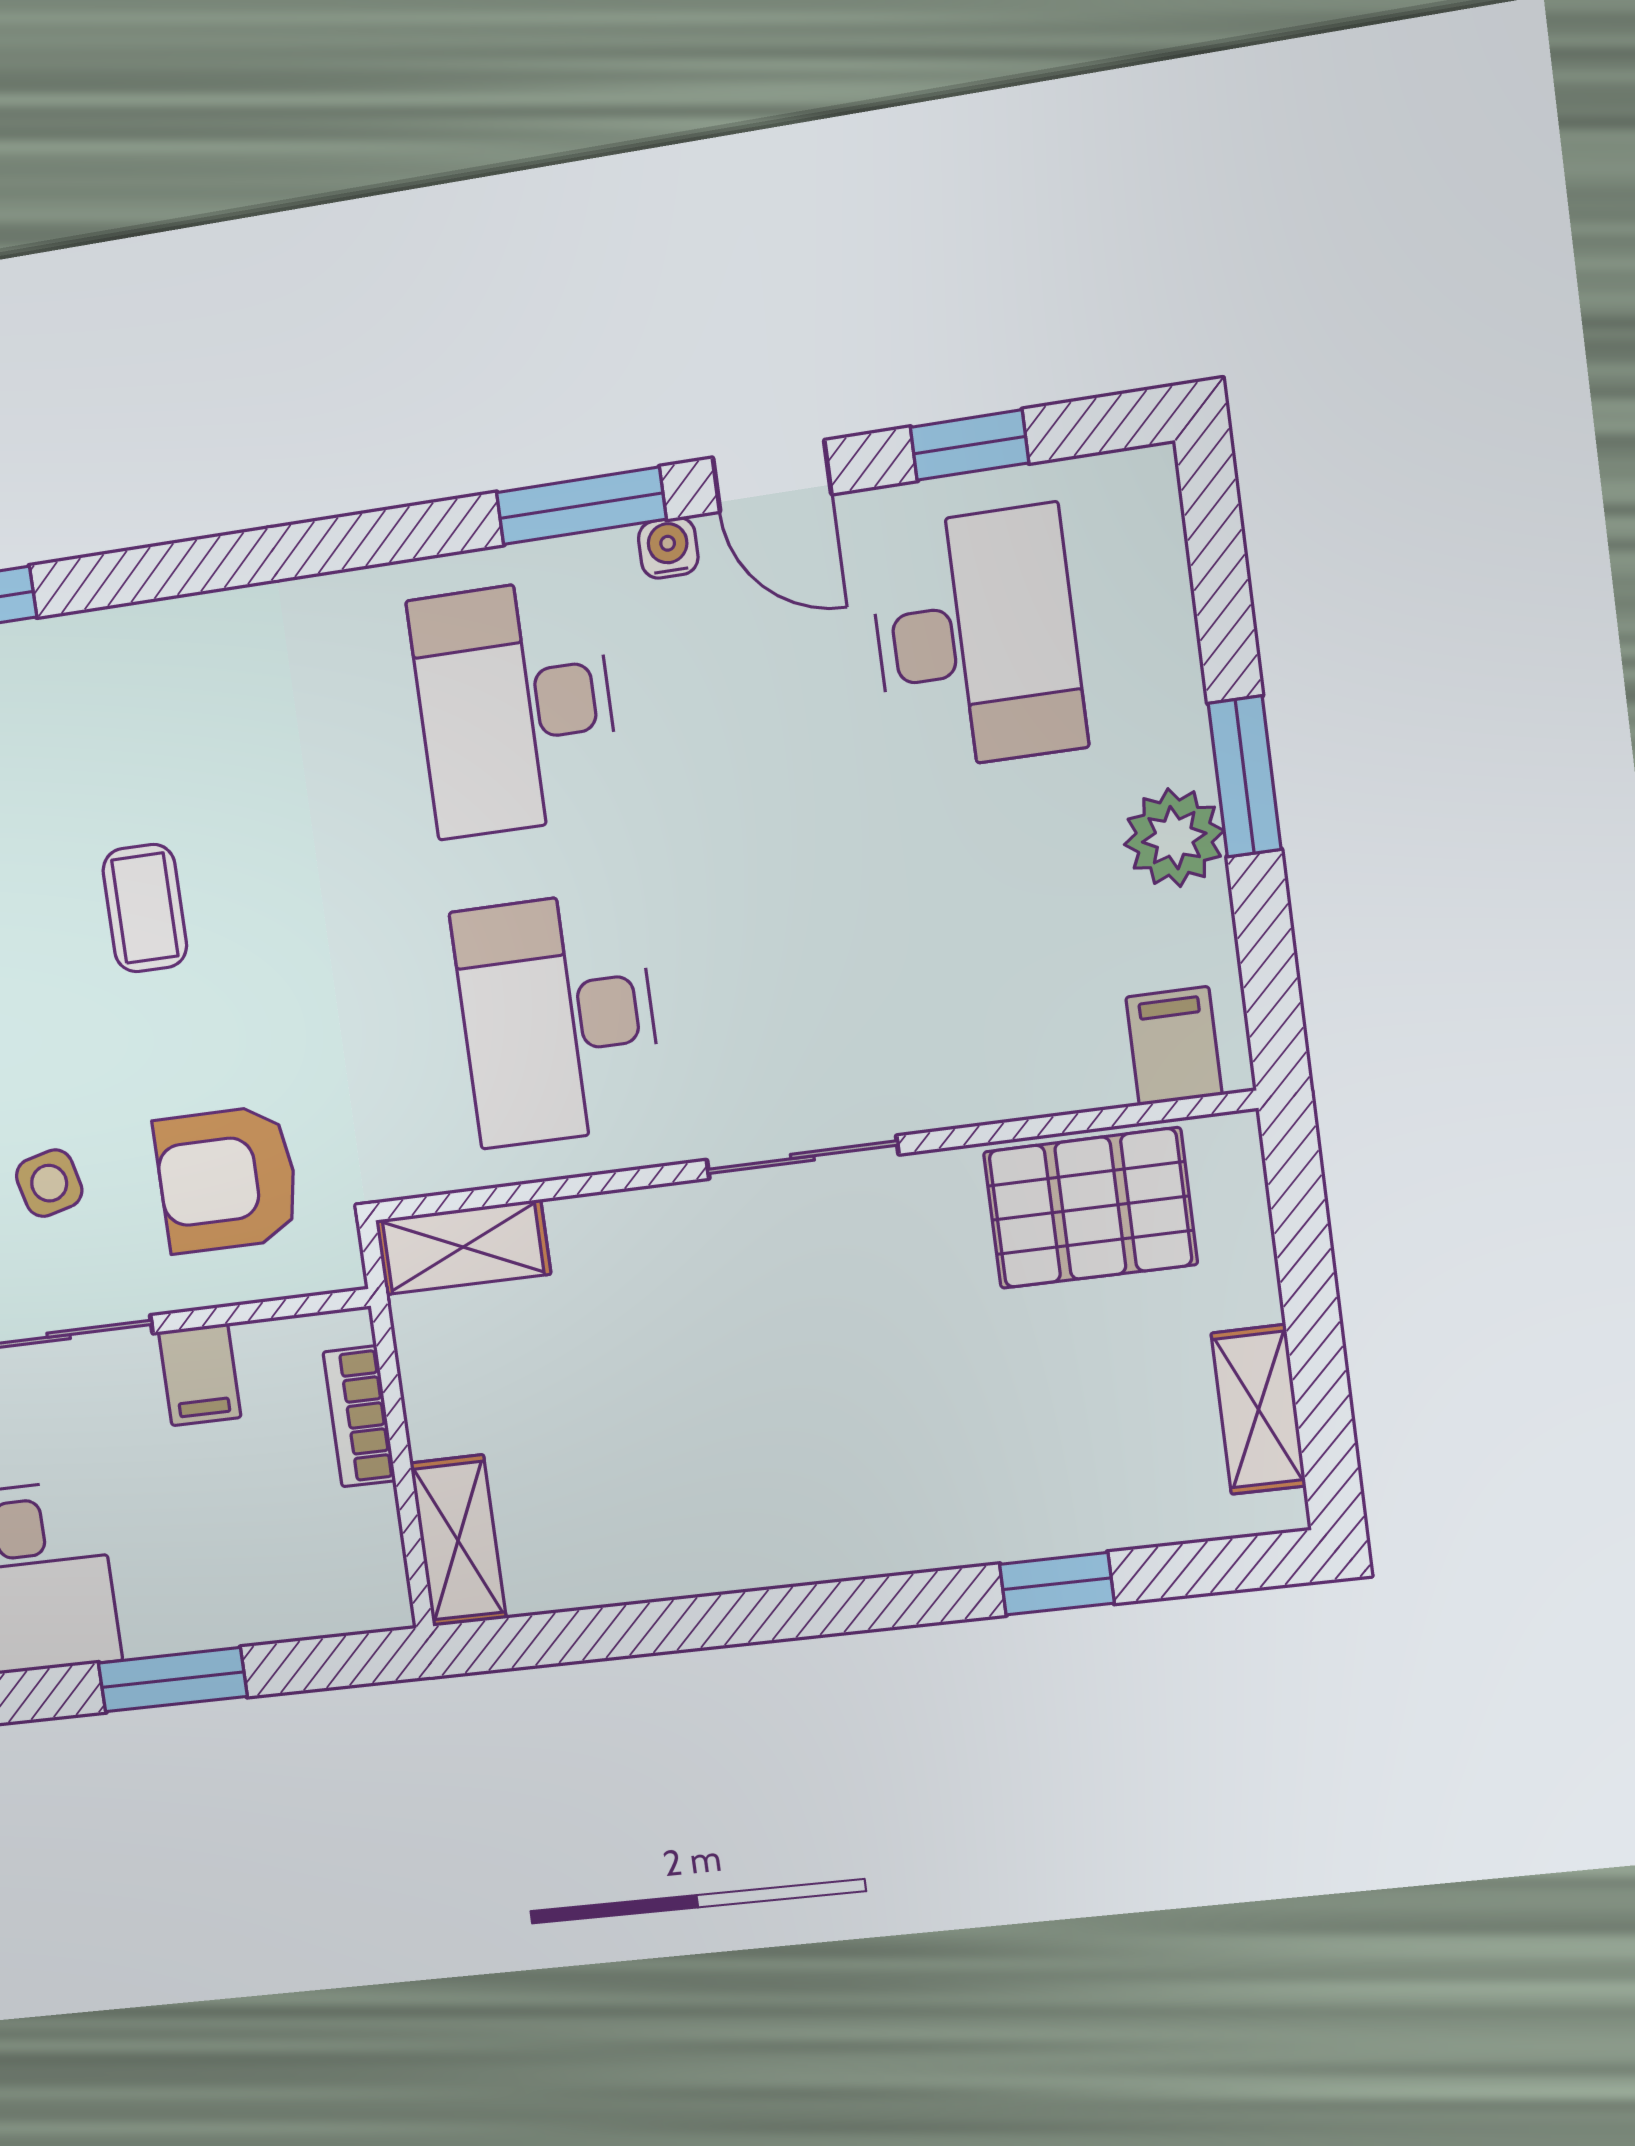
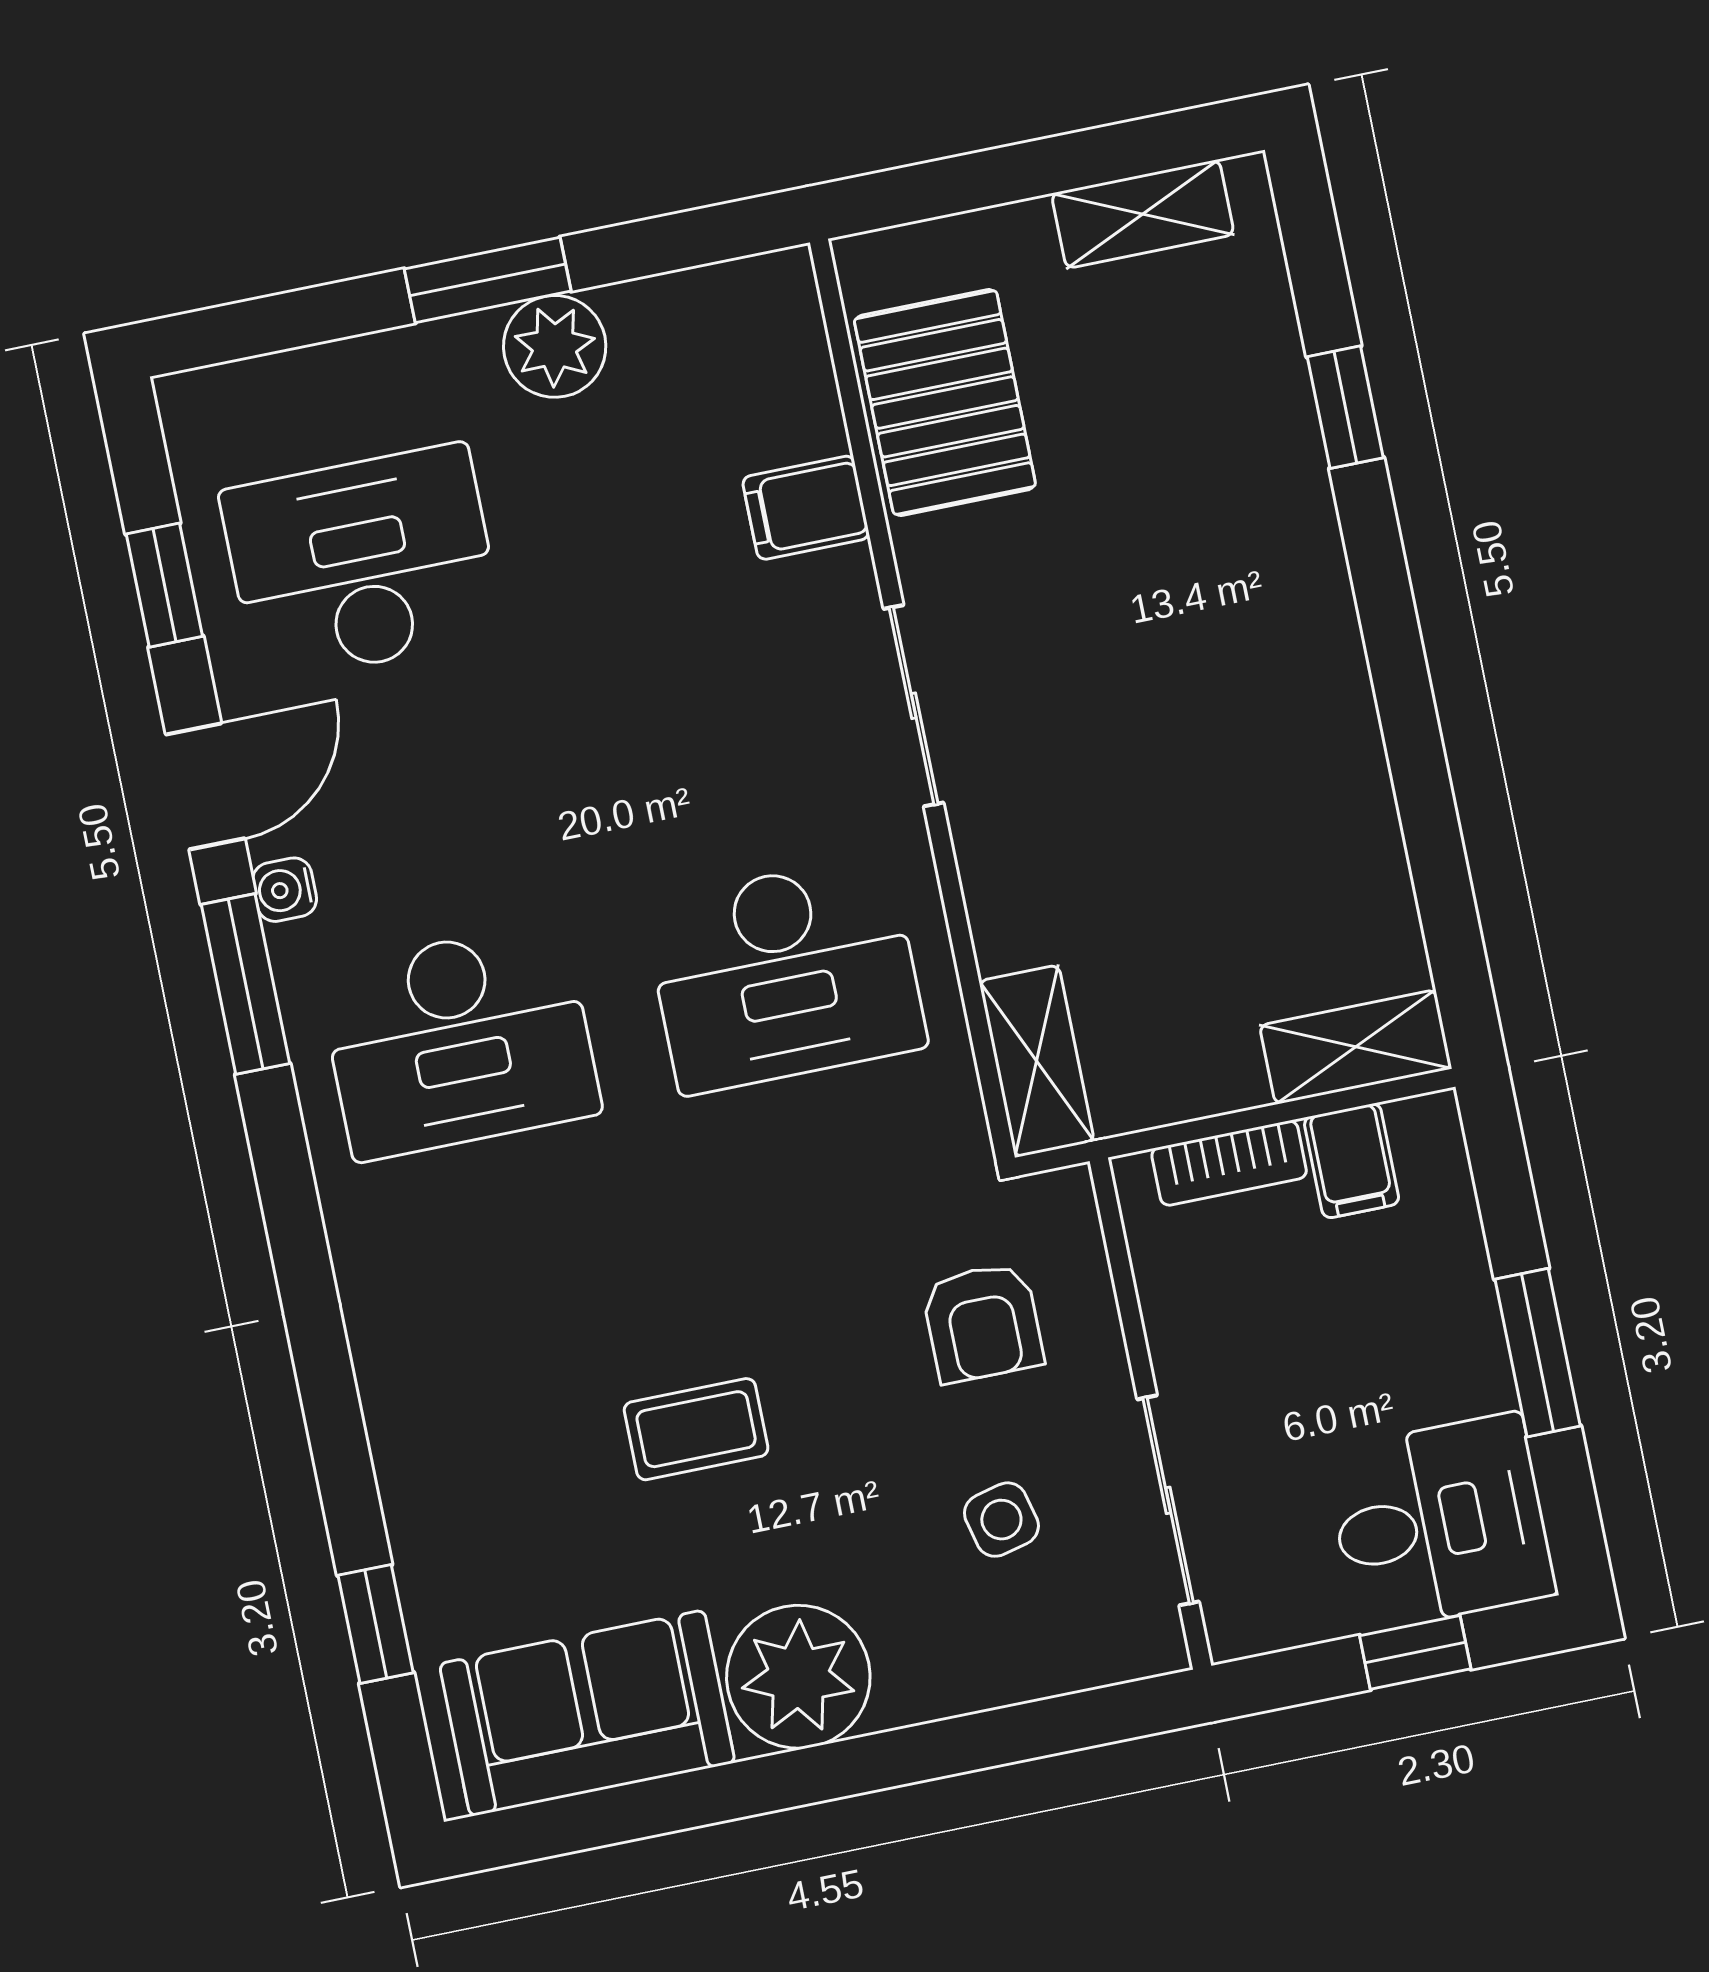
filing cabinet: (1174, 1046) -> (806, 508), moved
armchair: (227, 1179) -> (983, 1323), width x0.72, depth x0.72
filing cabinet: (200, 1375) -> (1352, 1161), moved, turned 90

